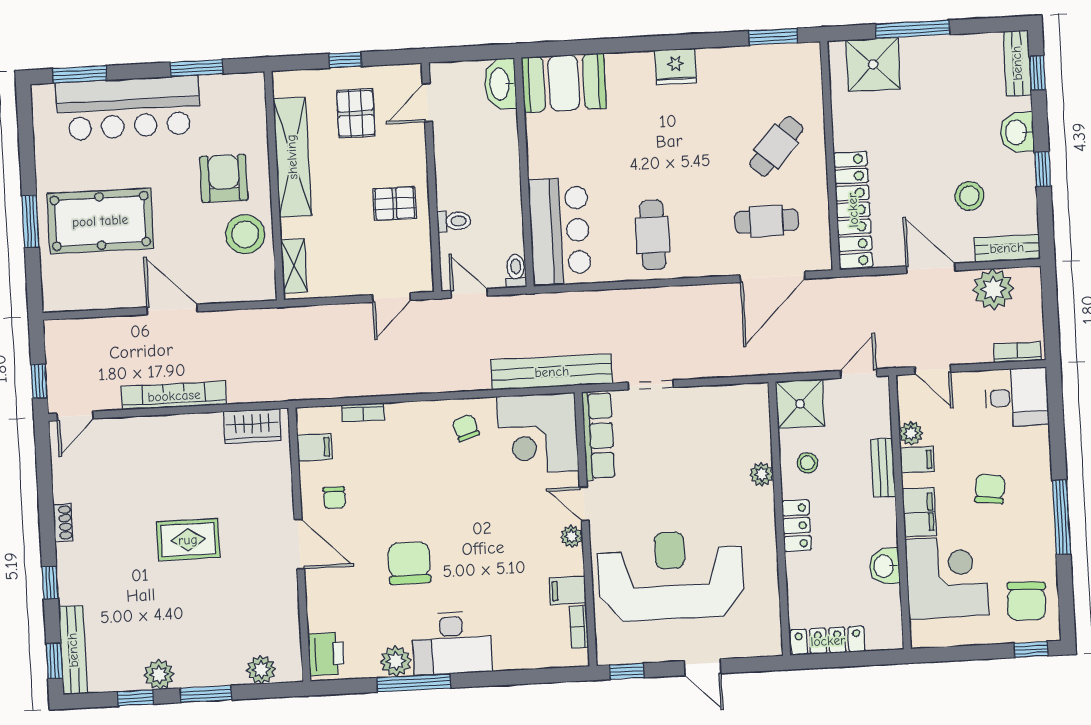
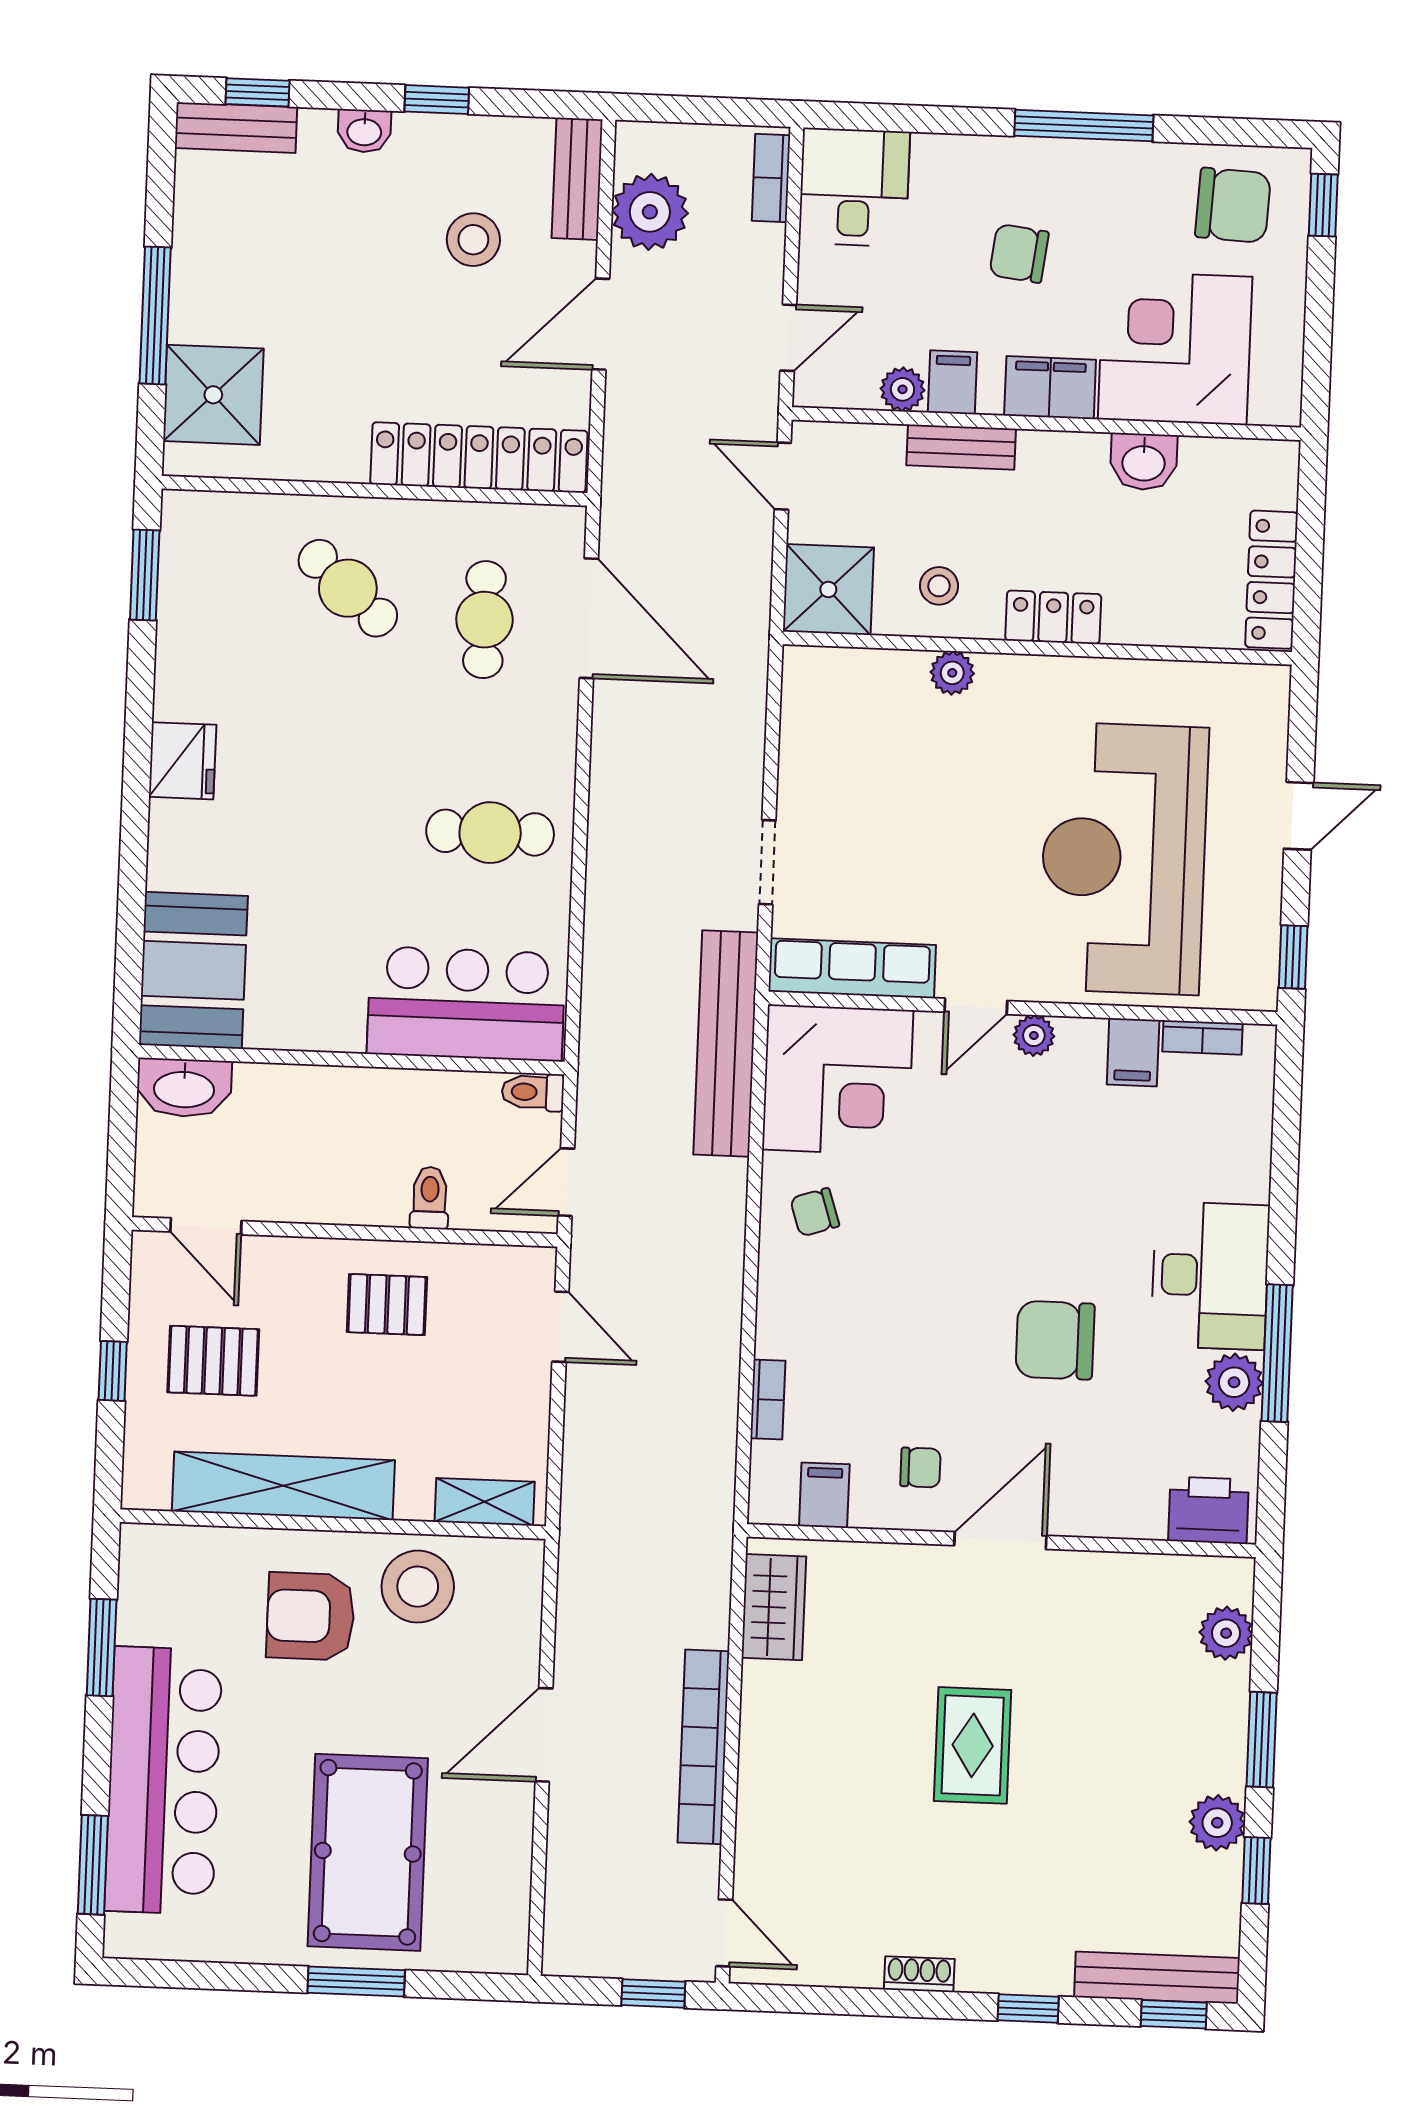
washbasin: (1017, 132) -> (364, 131), width x0.72, depth x0.69
pallet: (395, 204) -> (387, 1305), turned 90

